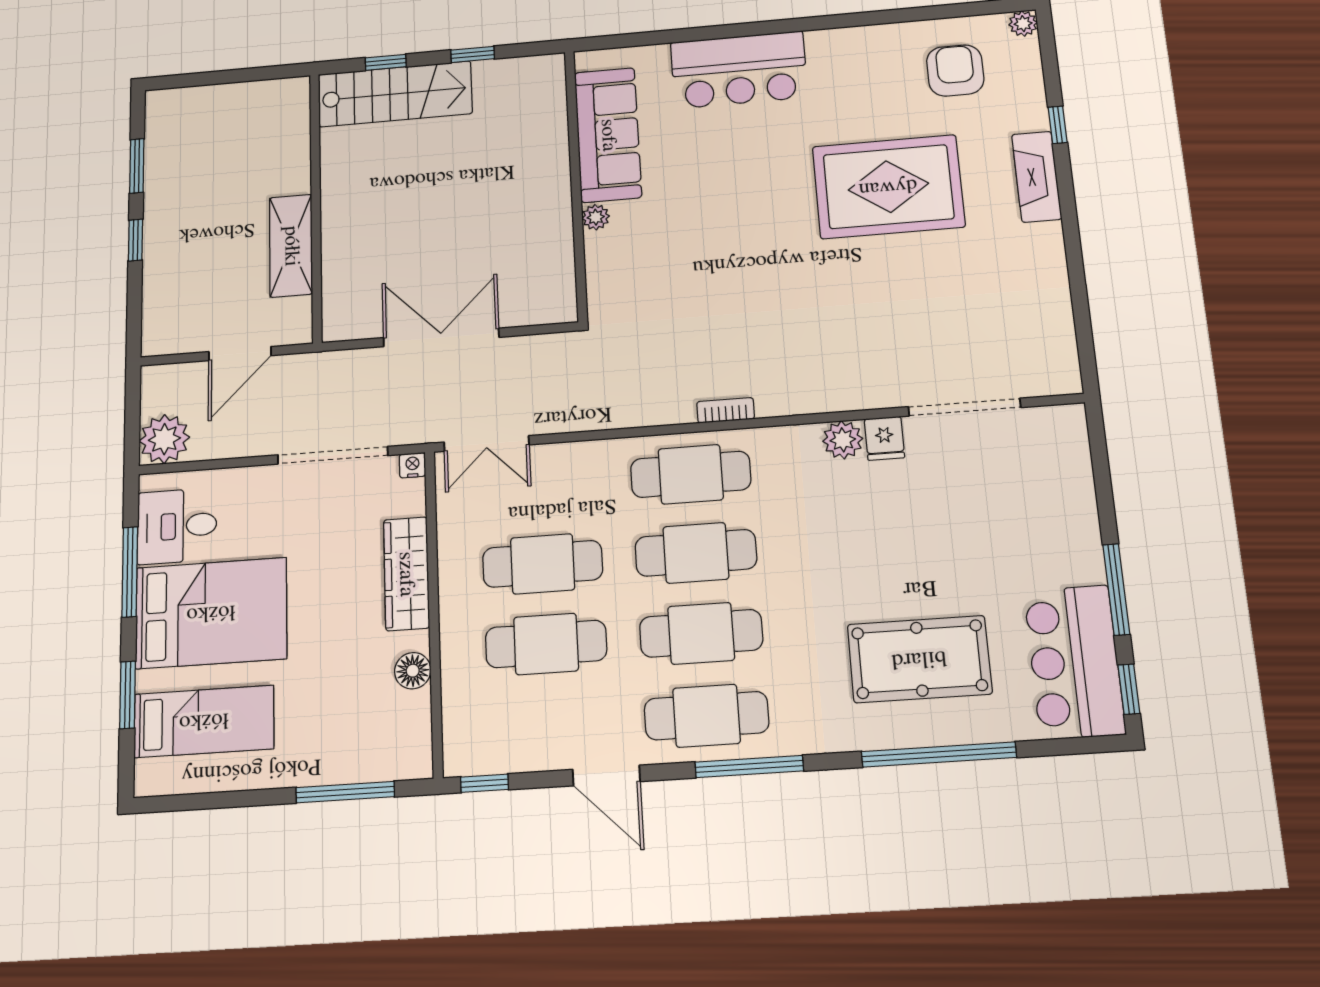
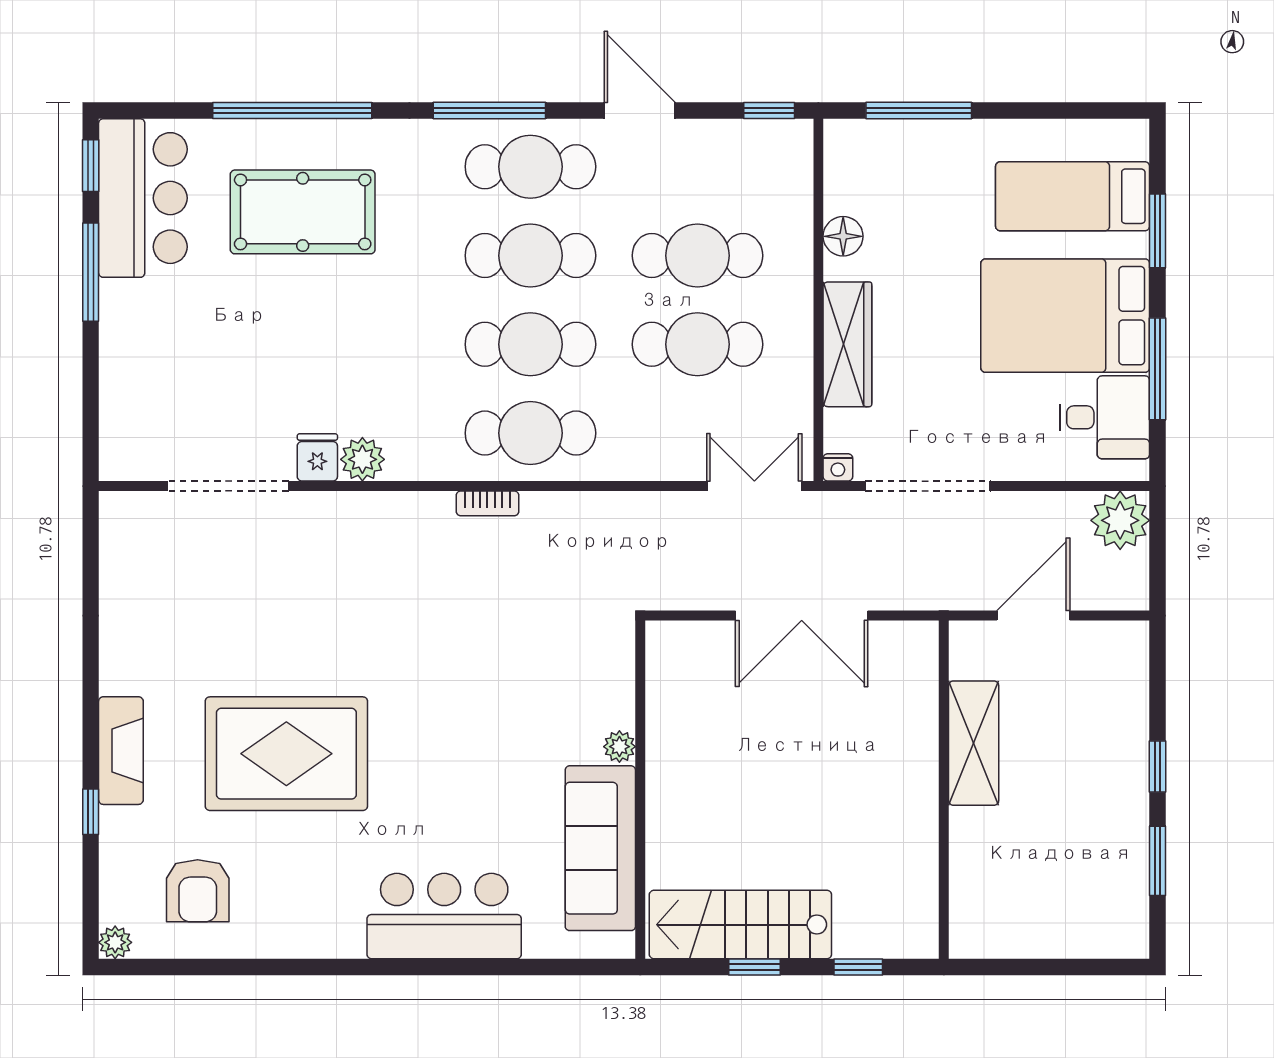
stairs: (395, 94) -> (740, 925), moved

